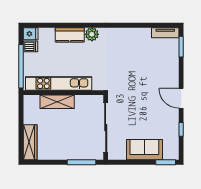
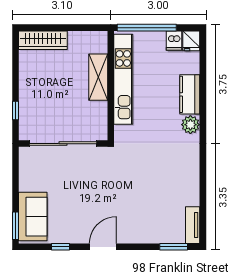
sofa: (144, 150) -> (33, 217), moved
window: (82, 162) -> (15, 111), width x0.46

